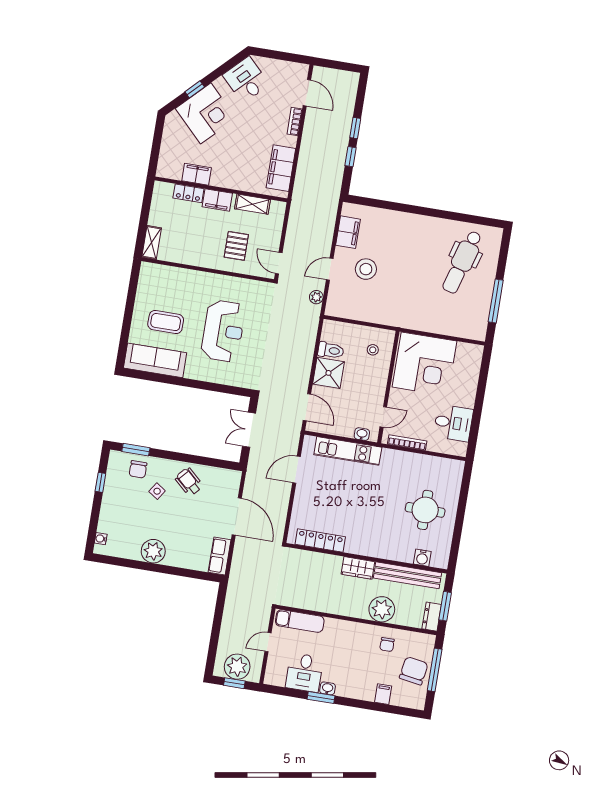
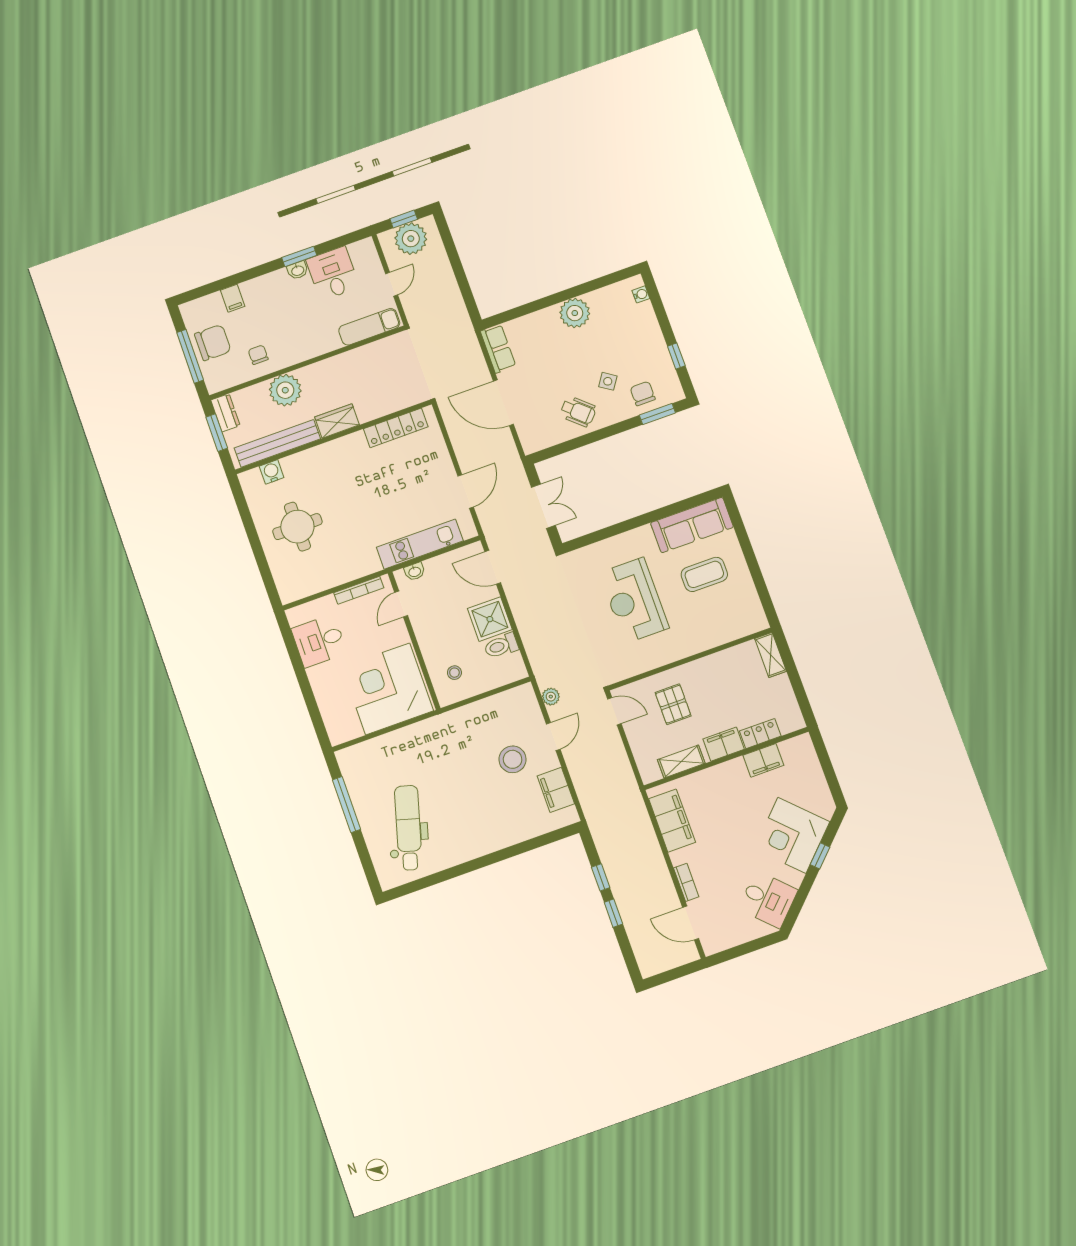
chair: (414, 671) -> (213, 343), turned -99

